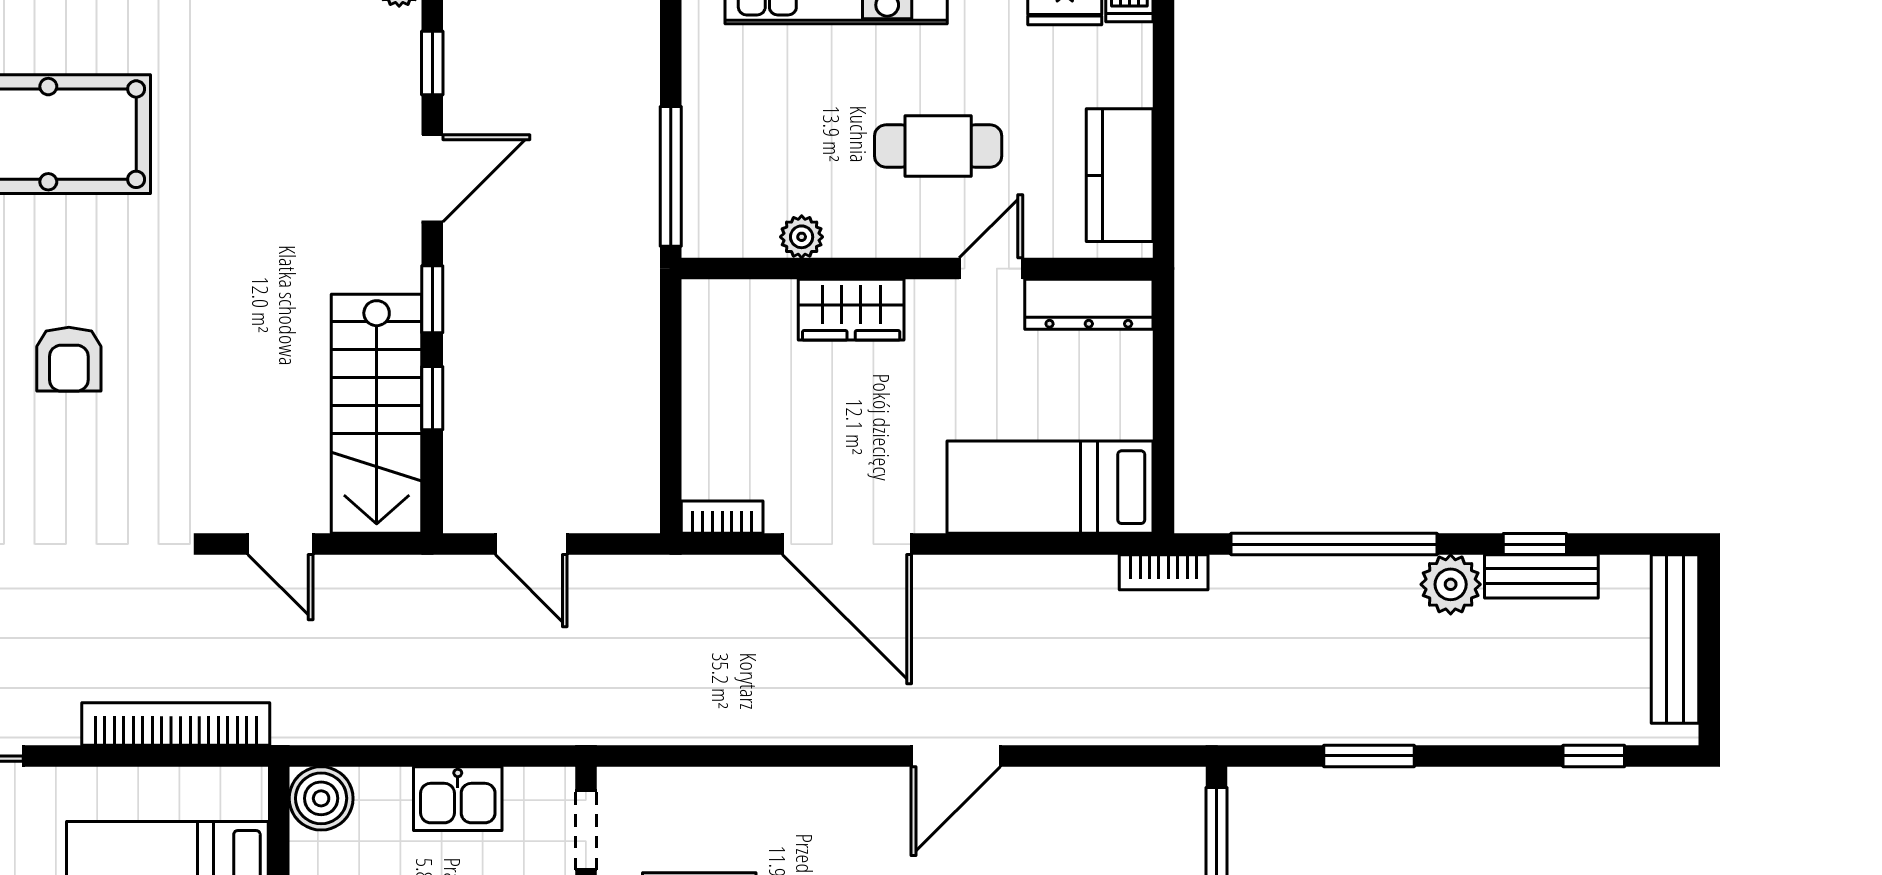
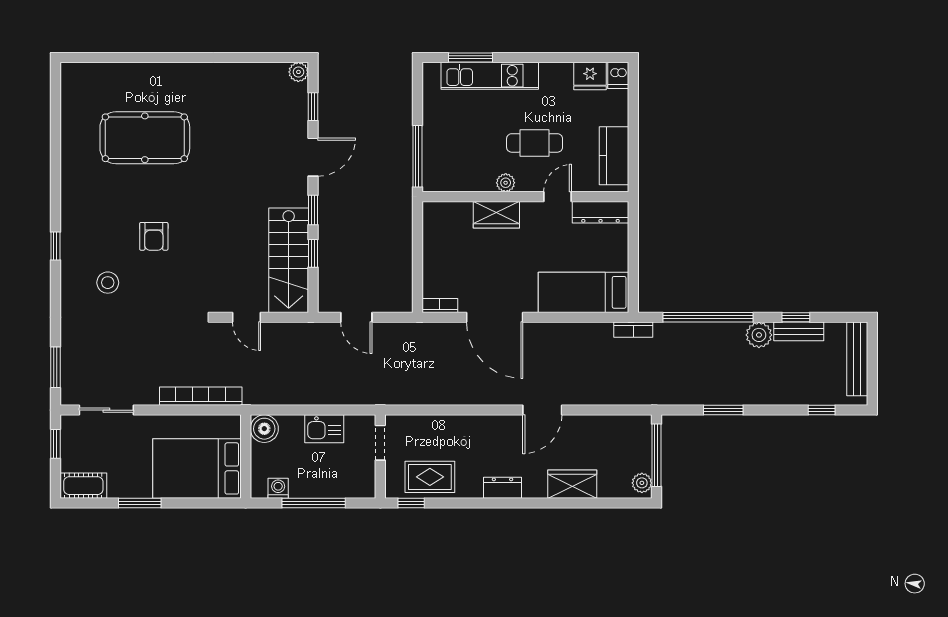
plant: (802, 237) -> (506, 183), moved

